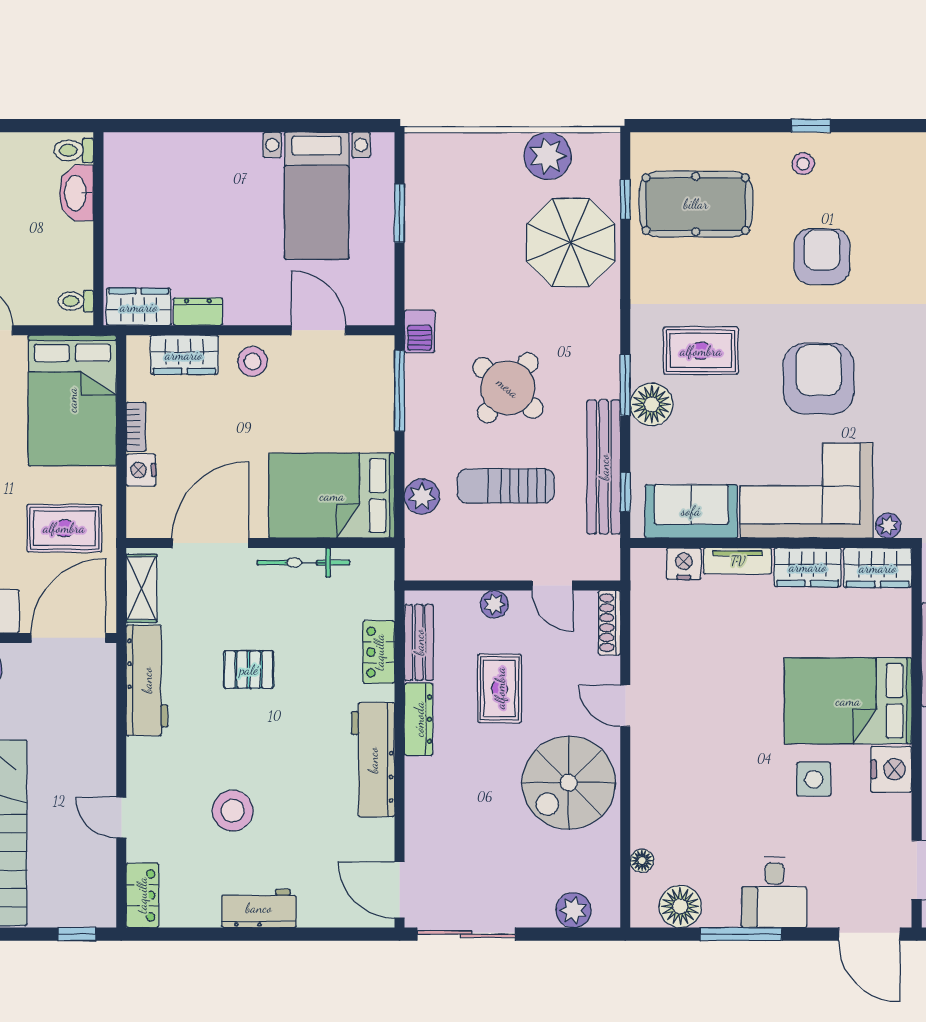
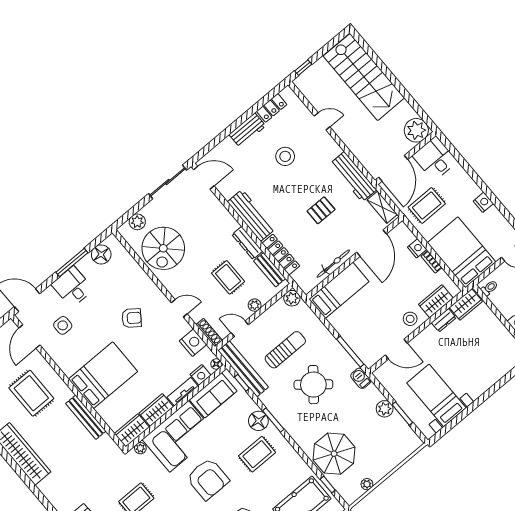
plant: (548, 156) -> (367, 484), width x0.53, depth x0.53
plant: (423, 246) -> (385, 409), added
bench: (604, 467) -> (243, 369), moved
bed: (332, 496) -> (339, 290), width x0.67
plant: (422, 496) -> (292, 298), moved
locker: (379, 652) -> (281, 255), width x1.53
armchair: (719, 757) -> (132, 318), added
nightstand: (891, 769) -> (193, 343), moved, turned 180
side table: (814, 779) -> (63, 325), moved
spiral stairs: (569, 783) -> (163, 248), moved, turned 180
floor lamp: (642, 861) -> (216, 364), moved
locker: (142, 895) -> (272, 108), moved, turned -90

